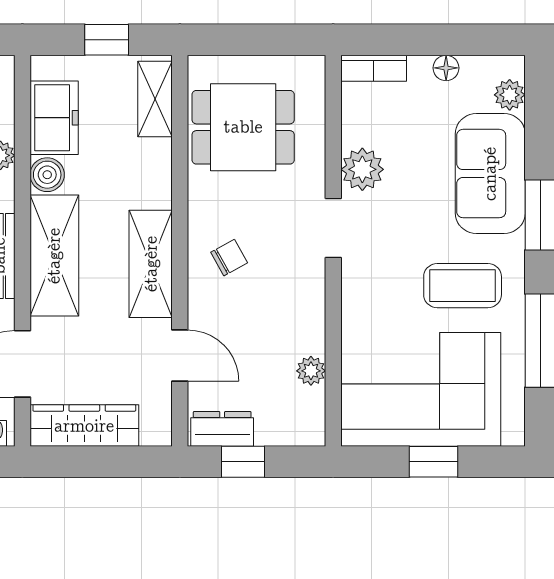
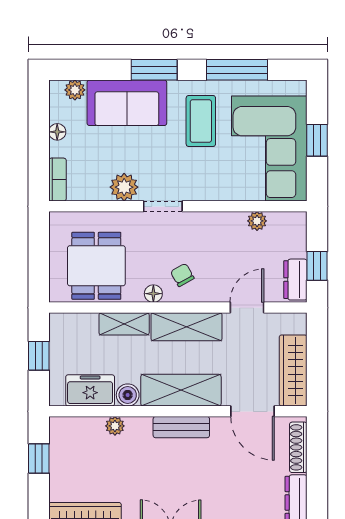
shelving: (155, 99) -> (124, 324), moved
floor lamp: (201, 214) -> (153, 294), added

